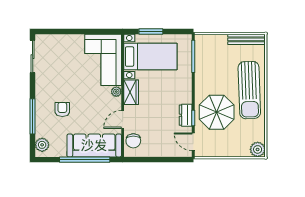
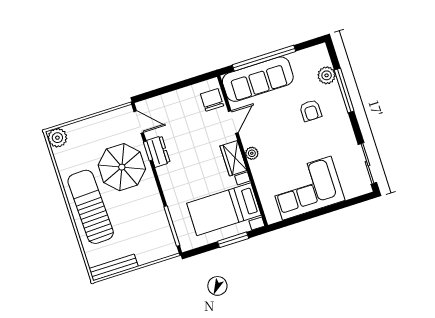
corner sofa: (103, 60) -> (307, 188), moved, turned -90
plant: (42, 145) -> (327, 75), moved

